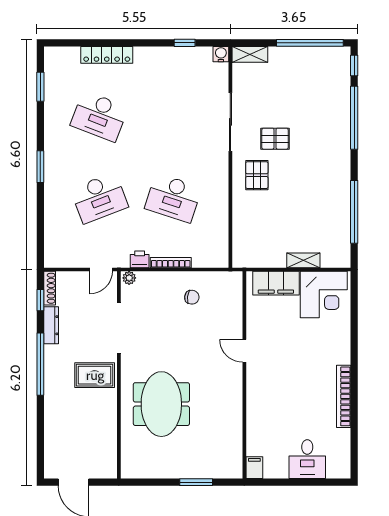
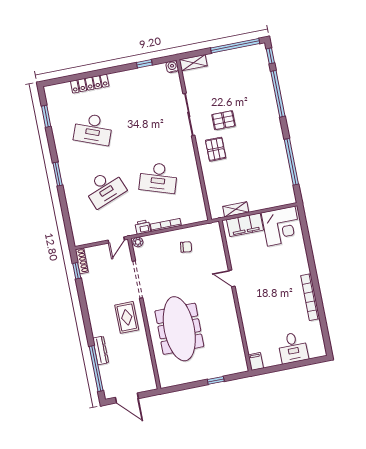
shelving: (303, 260) -> (236, 209), moved
dresser: (51, 325) -> (101, 350), moved
window: (40, 364) -> (96, 368), moved
rug: (95, 375) -> (127, 317), turned 90
meeting table: (161, 404) -> (179, 329), width x1.36
window: (196, 482) -> (216, 380), width x0.67

